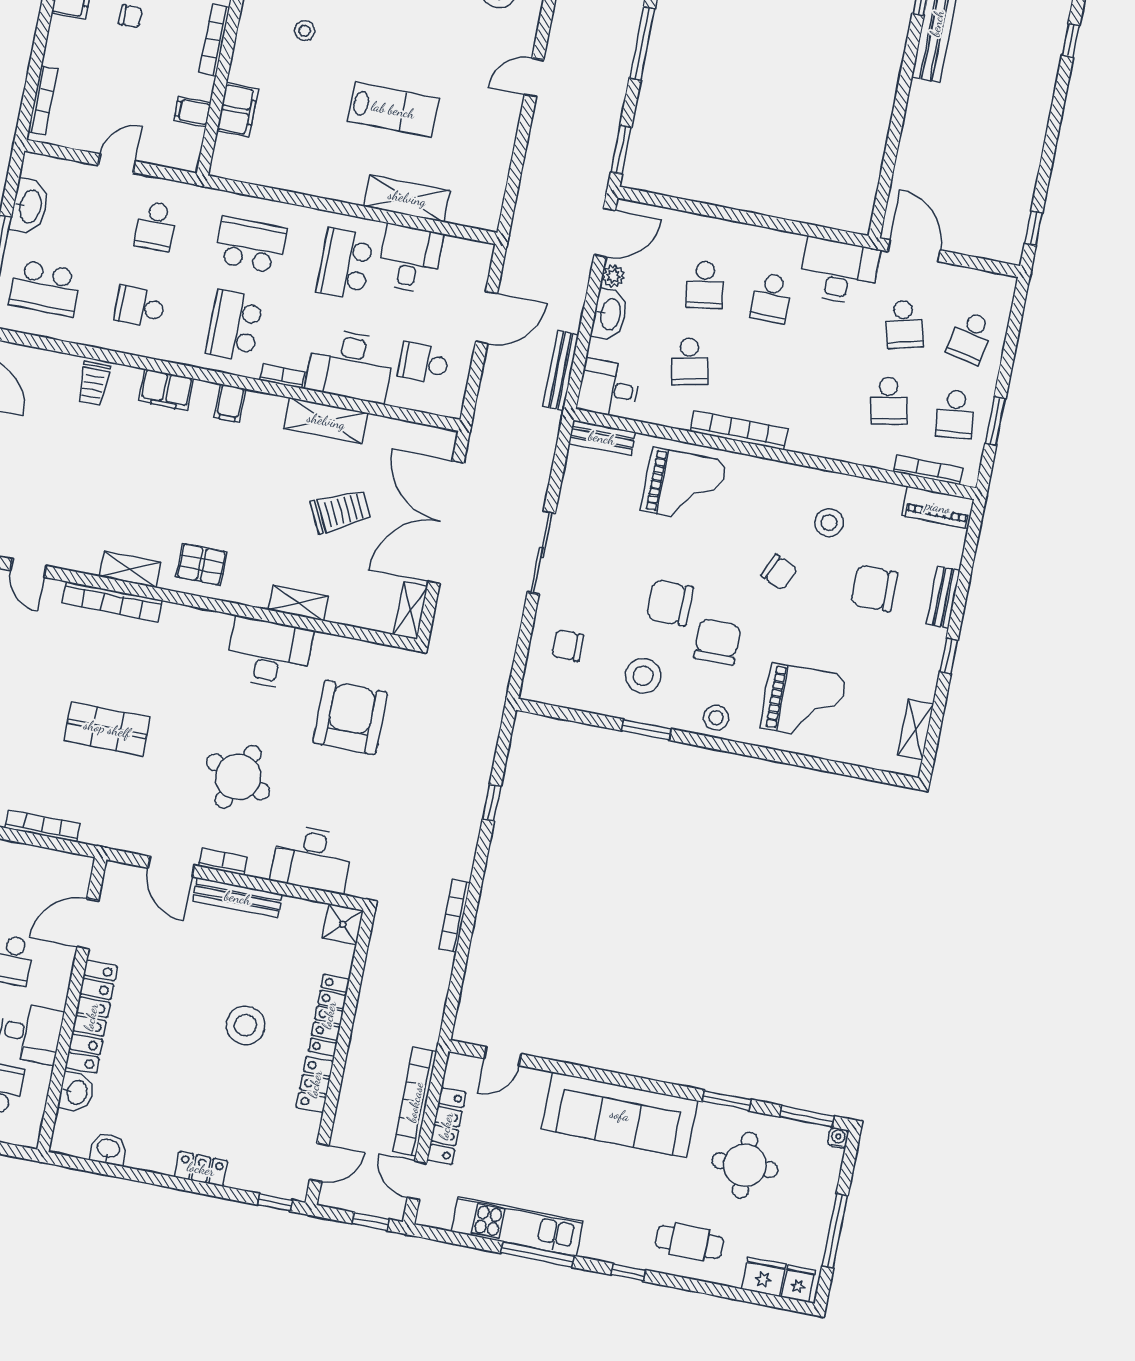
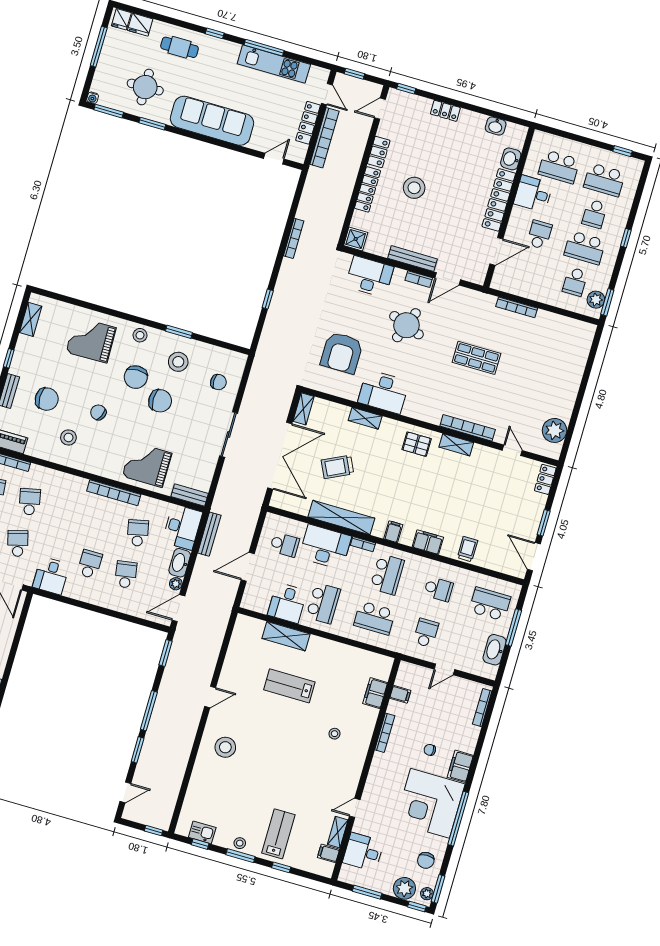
desk: (839, 271) -> (51, 576), width x0.73
desk: (608, 389) -> (182, 527), width x1.37
shelving: (326, 421) -> (341, 518), width x1.47
door: (171, 867) -> (448, 279), swing flipped

